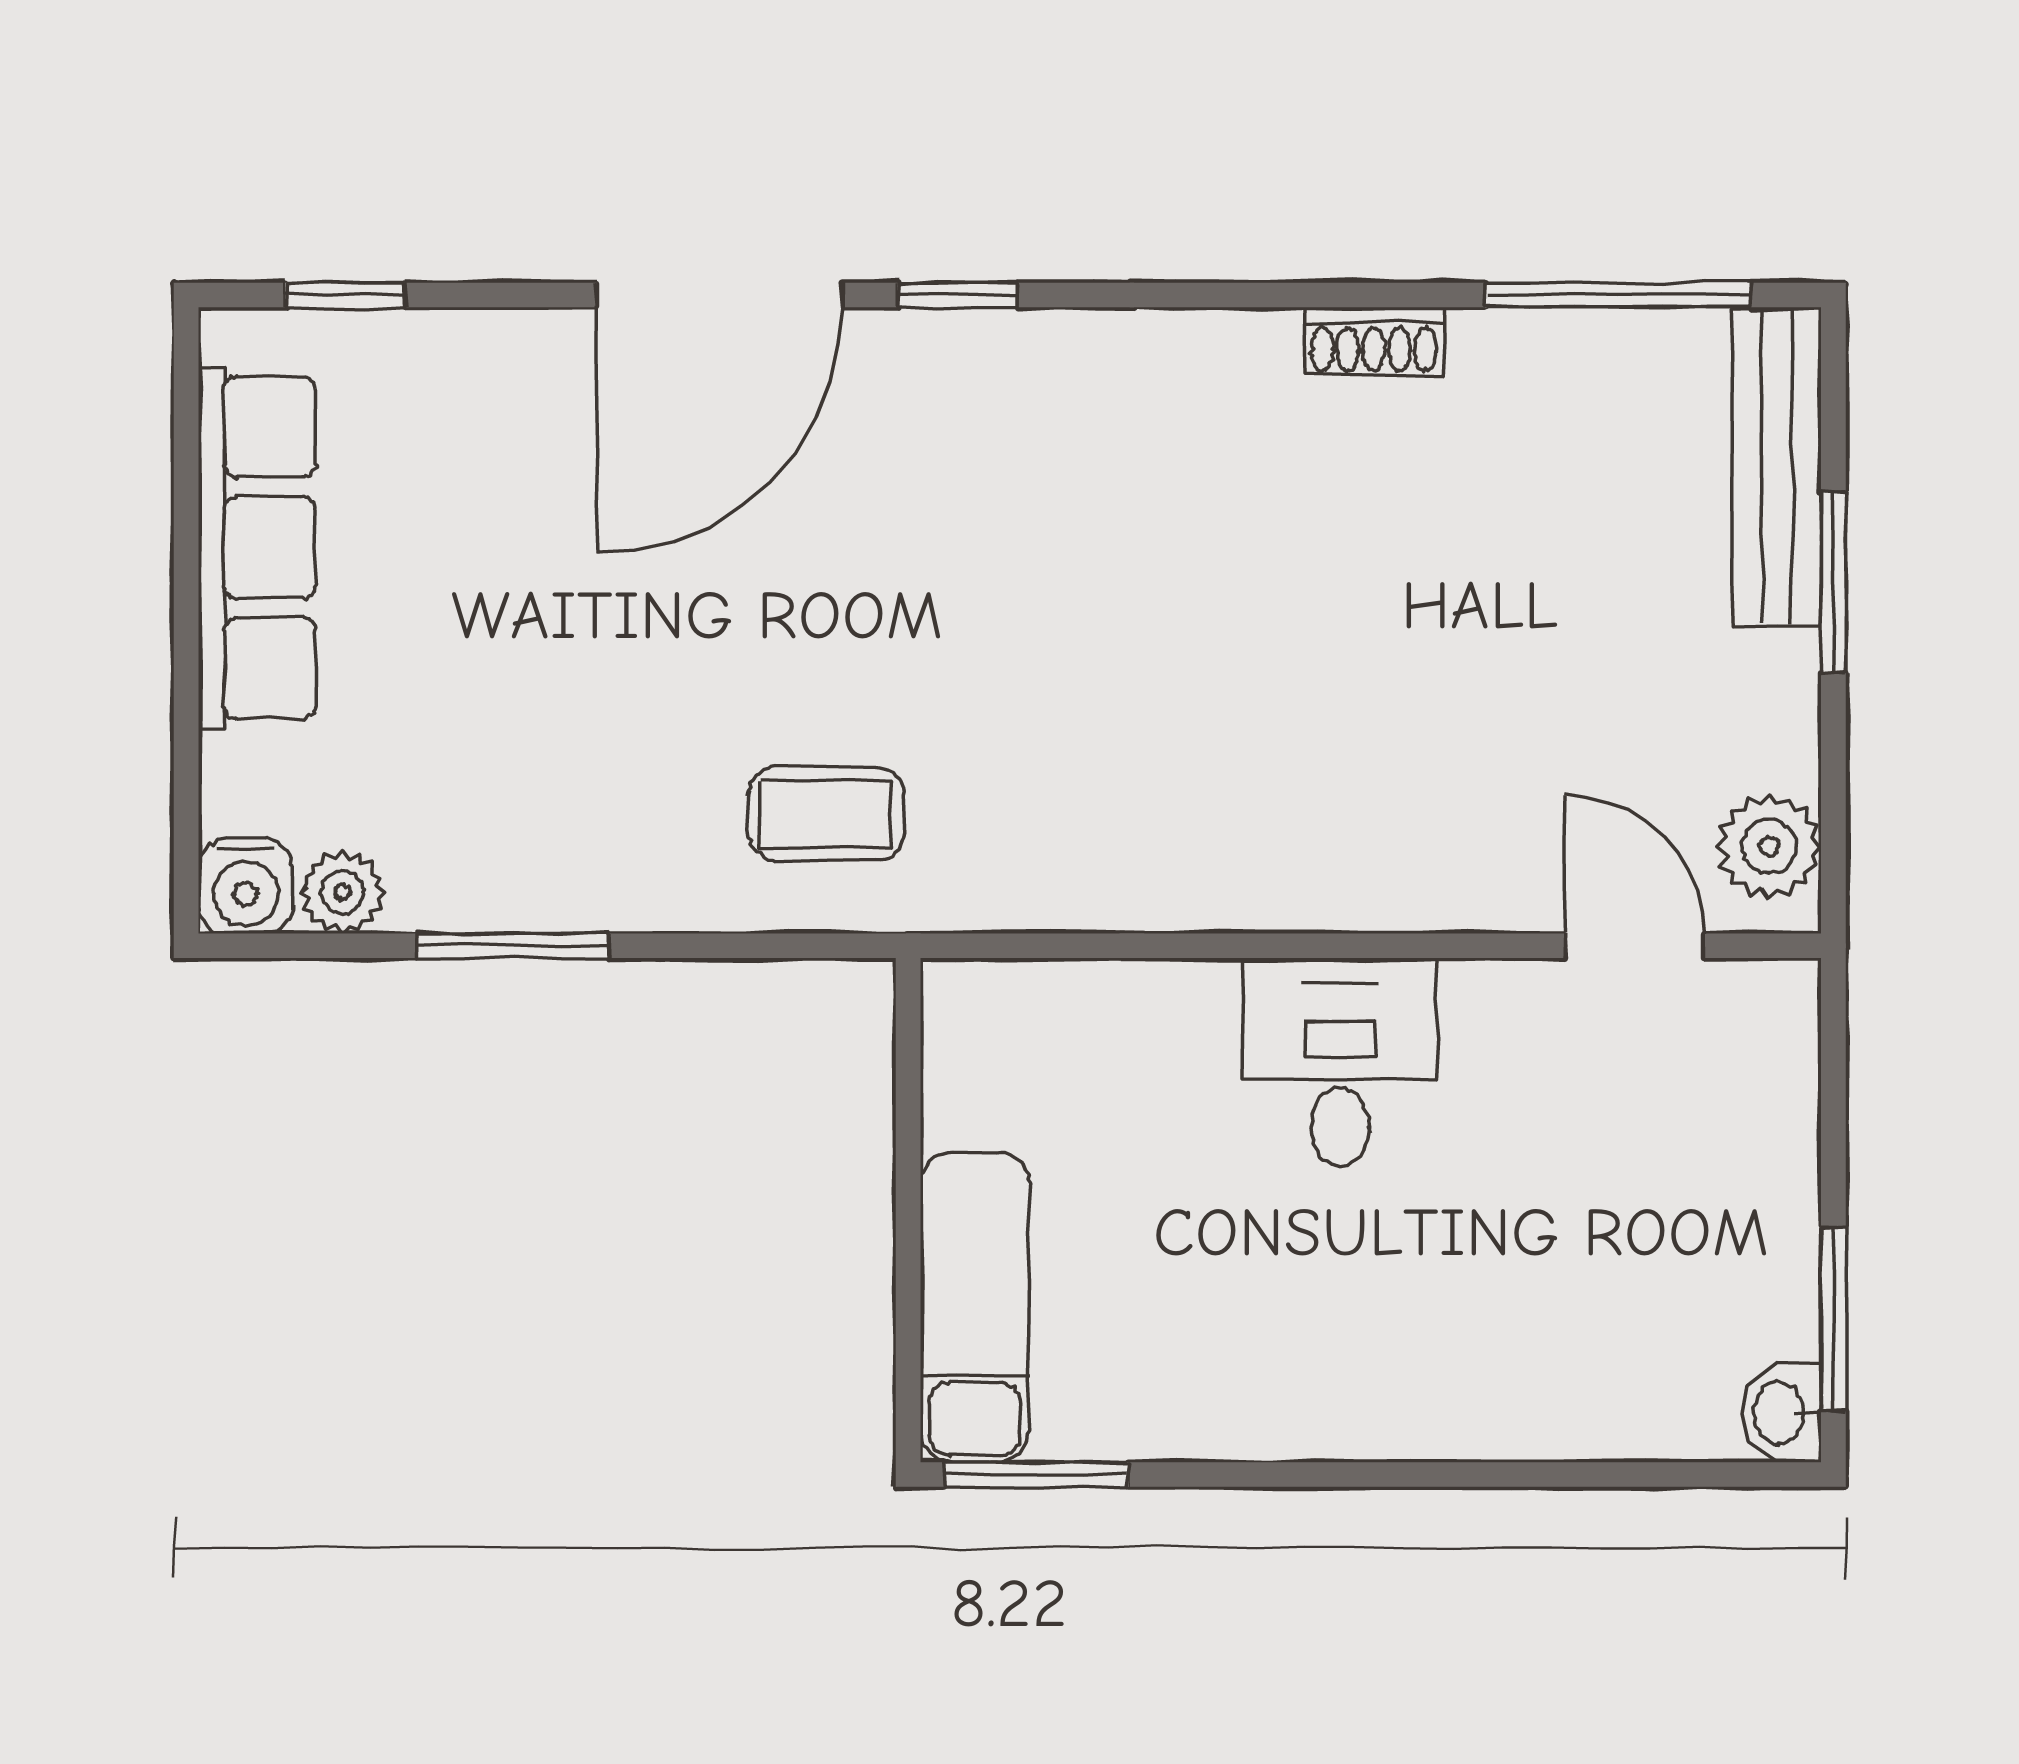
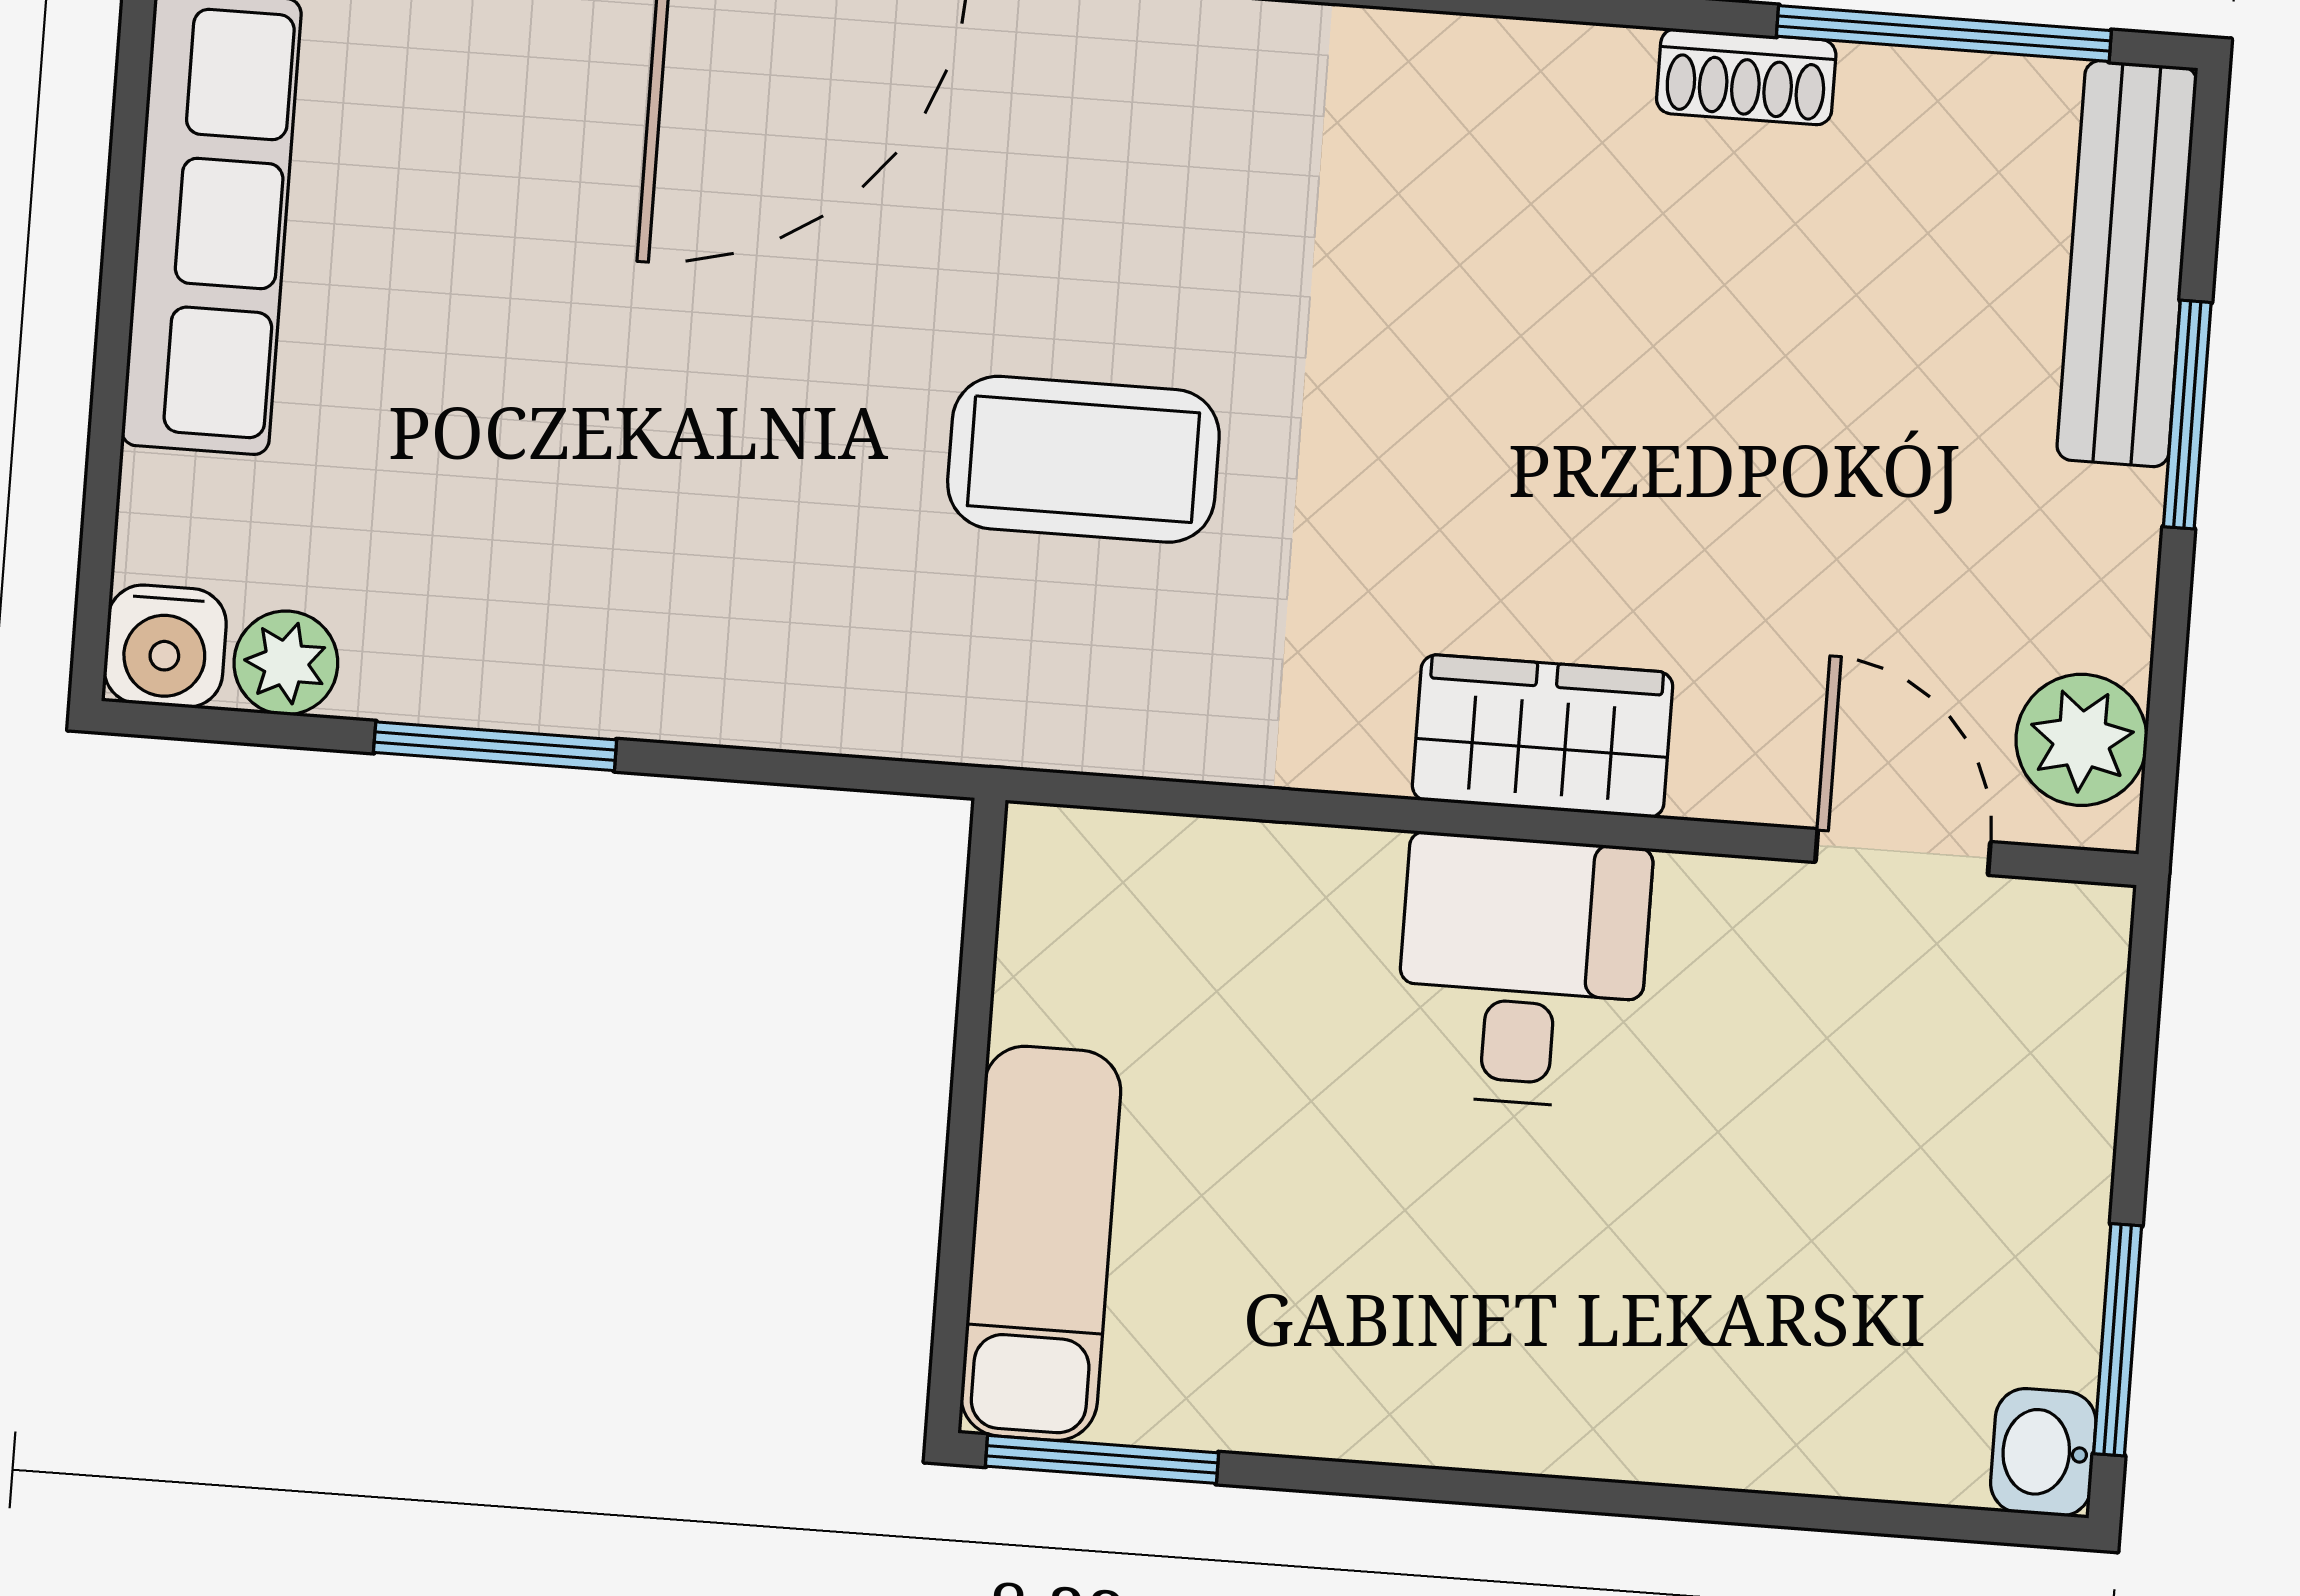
shoe rack: (1374, 341) -> (1746, 77), moved
coffee table: (826, 814) -> (1083, 459), moved, width x1.36, depth x1.30
wardrobe: (1342, 875) -> (1543, 736), added

